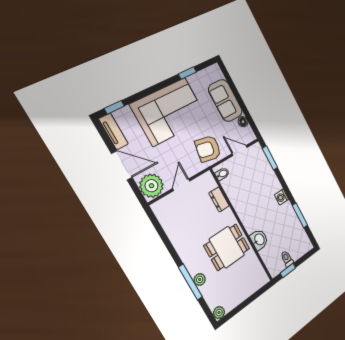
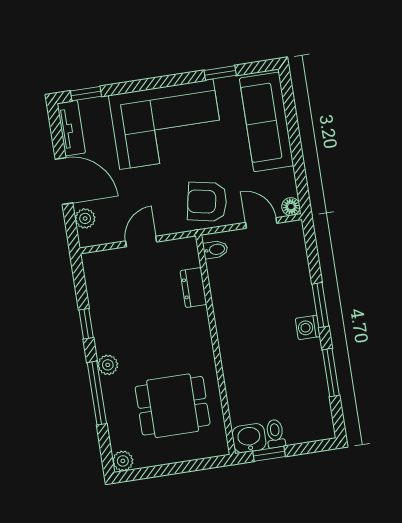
sofa: (225, 101) -> (267, 122), width x1.36
floor lamp: (243, 122) -> (291, 207), moved
window: (270, 158) -> (320, 305), moved
plant: (151, 186) -> (85, 218), width x0.53, depth x0.53
washbasin: (259, 240) -> (249, 438), moved, turned -90
window: (169, 245) -> (86, 324), added
dining table: (227, 247) -> (173, 406), moved
plant: (200, 279) -> (108, 365), moved

